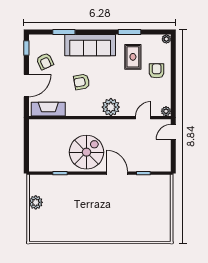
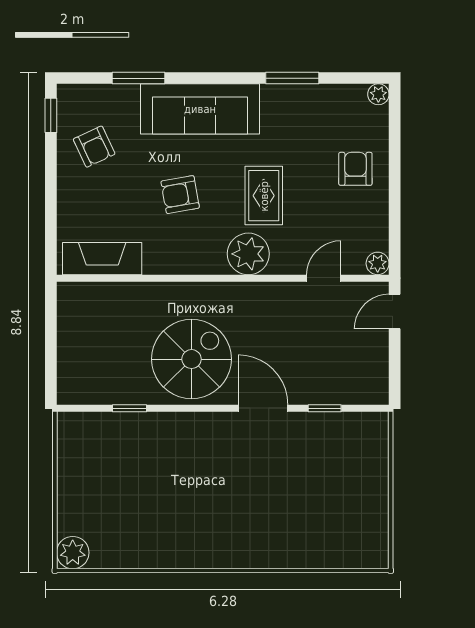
rug: (133, 57) -> (264, 196), moved
door: (26, 86) -> (51, 203), removed
plant: (36, 202) -> (73, 553), moved

